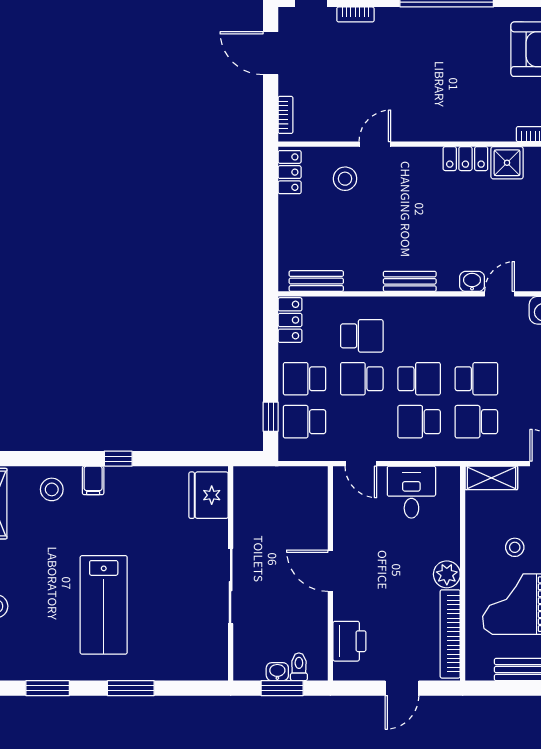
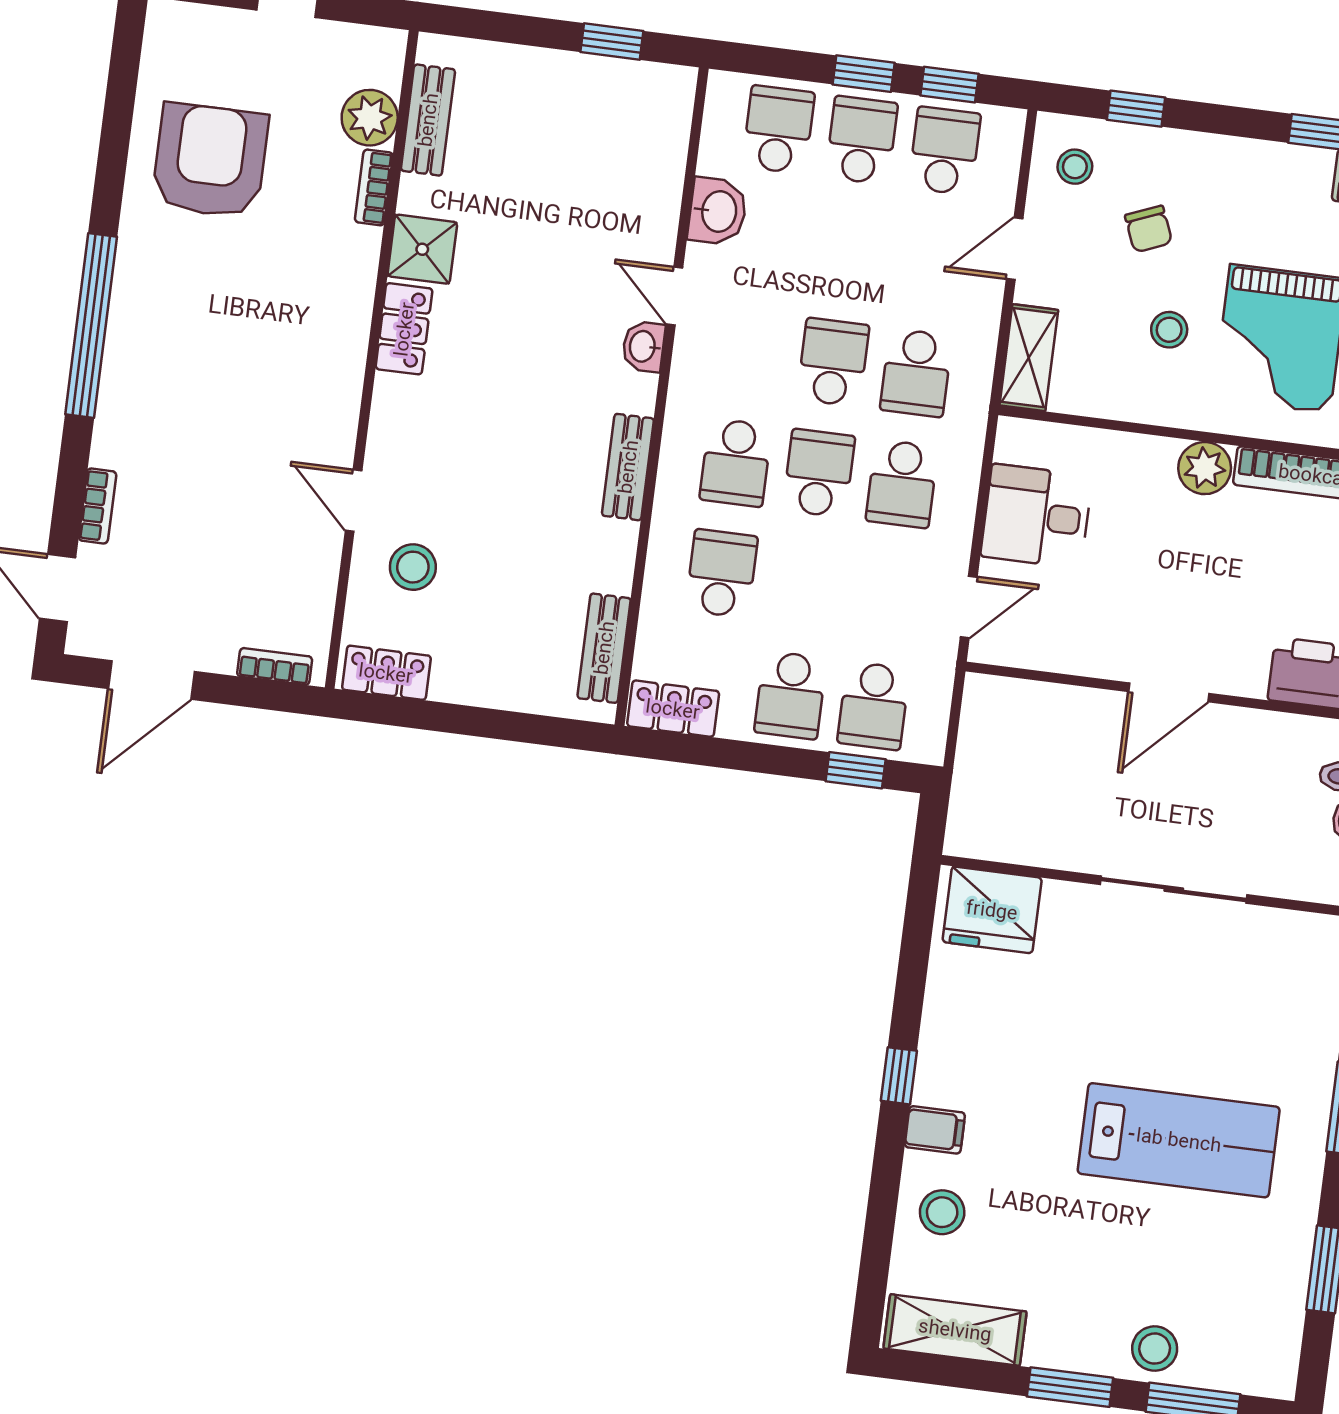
school desk: (362, 379) -> (736, 463), moved

